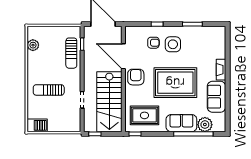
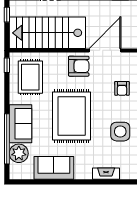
side table: (173, 44) -> (120, 132), moved
fireplace: (221, 70) -> (106, 174), moved

